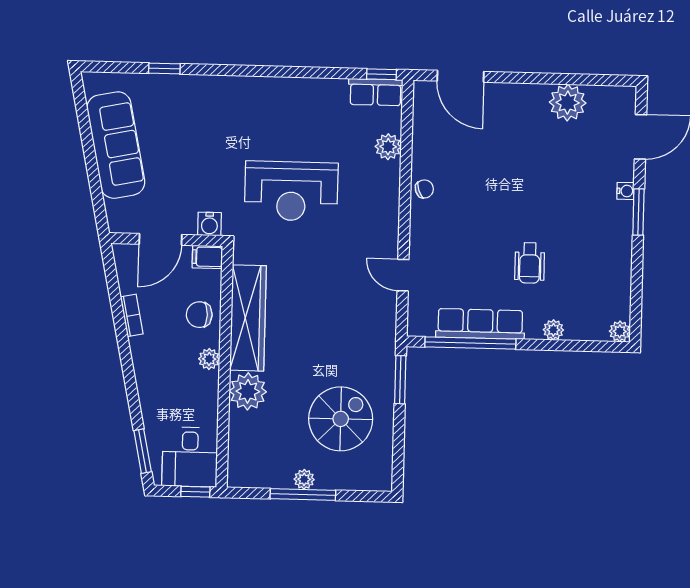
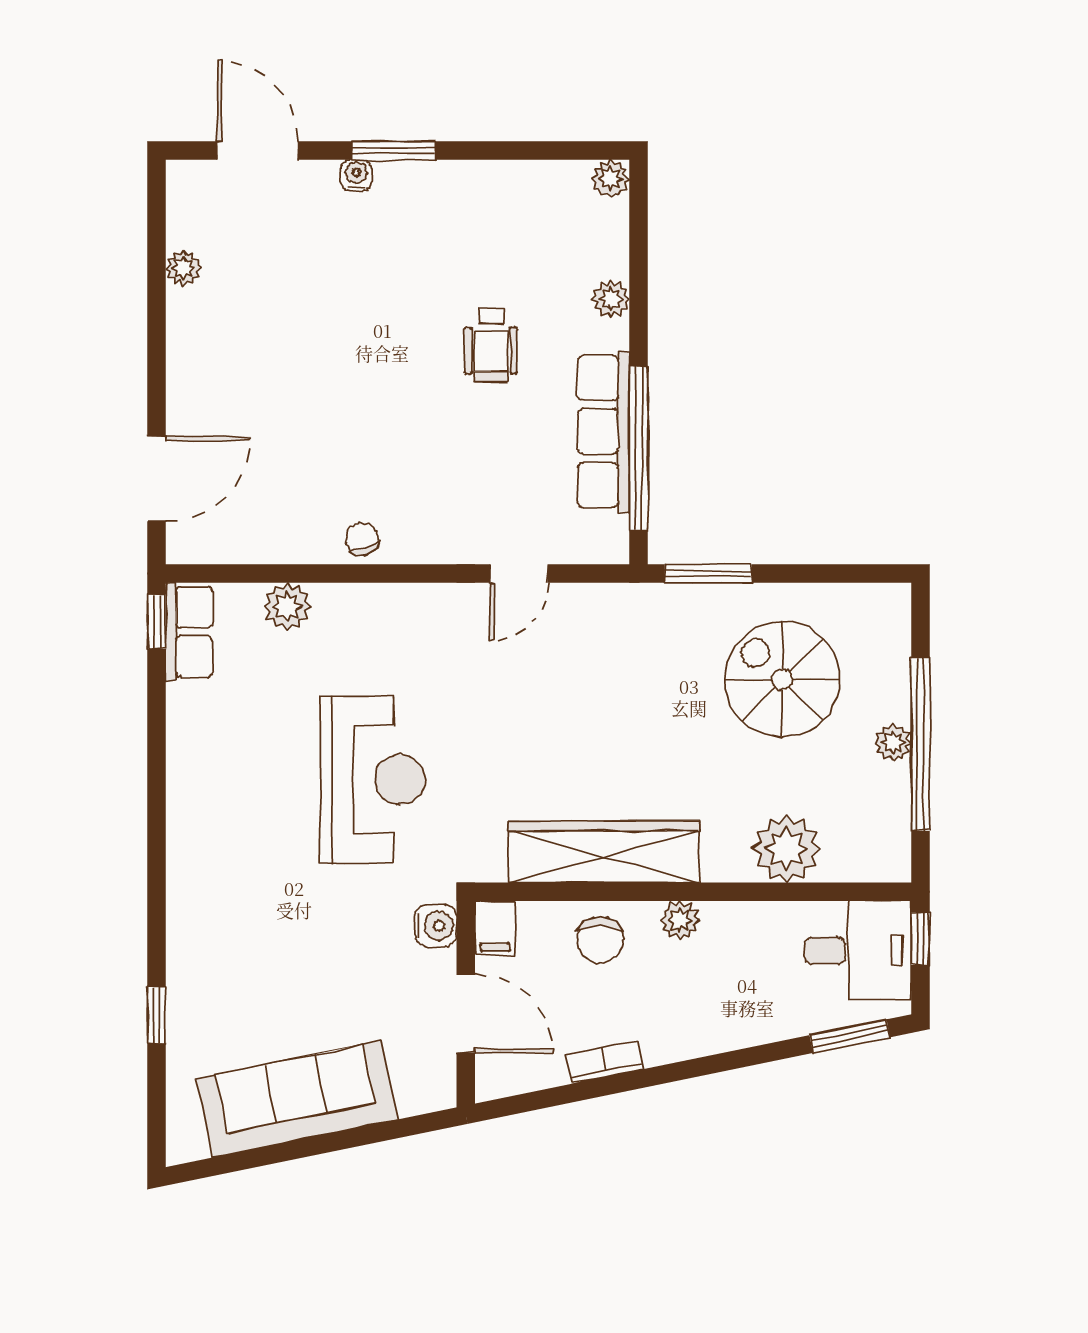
plant: (568, 103) -> (183, 268), width x0.53, depth x0.53
wheelchair: (530, 263) -> (491, 345), turned 90
plant: (248, 391) -> (786, 849), moved
window: (303, 494) -> (920, 744), width x1.46

